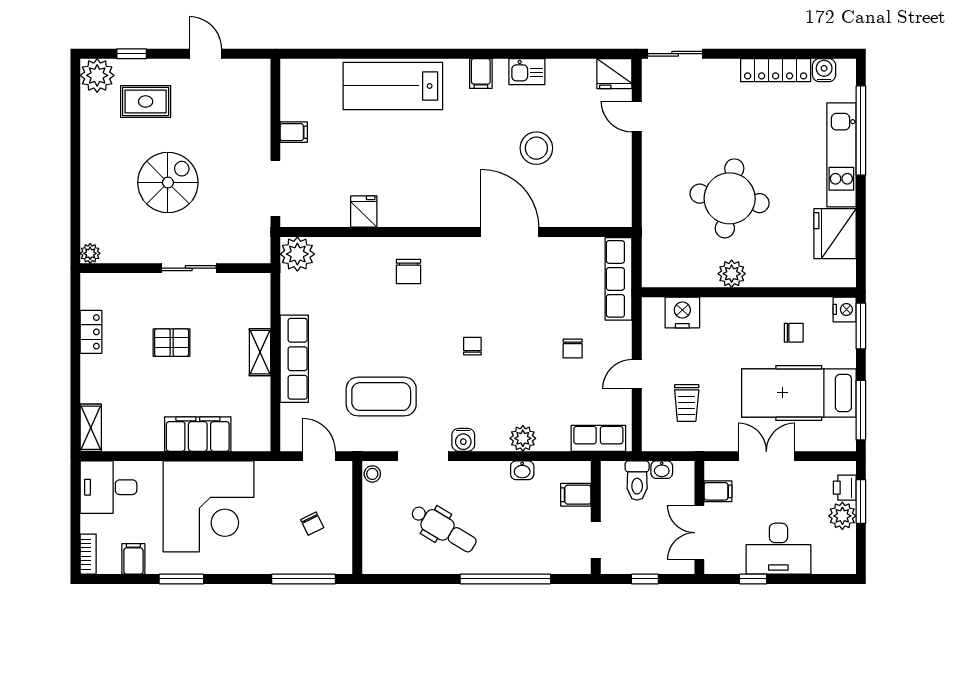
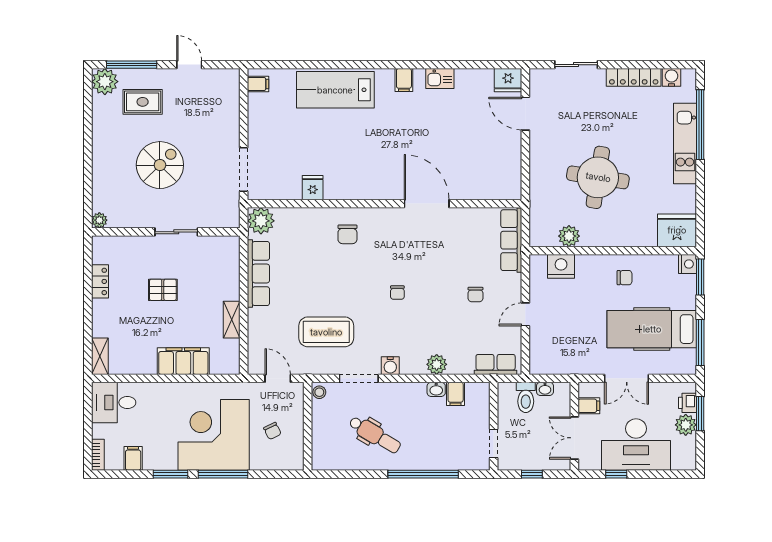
window: (132, 54) -> (132, 65), width x2.17
sliding door: (675, 54) -> (576, 65), moved
door: (637, 117) -> (525, 114), width x1.38
filing cabinet: (294, 132) -> (258, 84), moved
stool: (536, 148) -> (447, 138), removed
fridge: (835, 234) -> (677, 230), moved, turned 90
plant: (732, 274) -> (569, 236), moved
chair: (794, 333) -> (625, 278), moved
chair: (472, 346) -> (397, 293), turned 180
shelving: (260, 352) -> (232, 320), moved
row of seats: (294, 359) -> (258, 273), moved
trolley: (687, 403) -> (564, 337), removed
double door: (766, 456) -> (627, 378), swing flipped
filing cabinet: (576, 495) -> (456, 394), moved, turned -90
corner desk: (209, 506) -> (214, 435), moved, turned 180
desk: (778, 549) -> (636, 445), width x1.36, depth x1.30
window: (303, 579) -> (223, 474), moved

